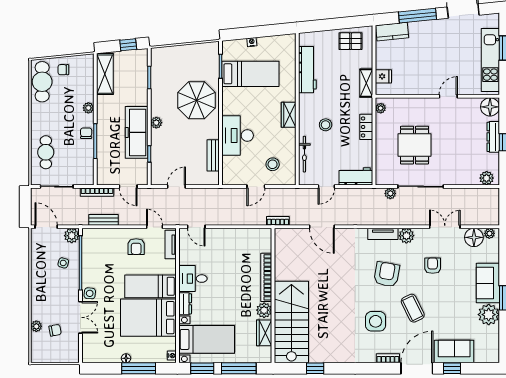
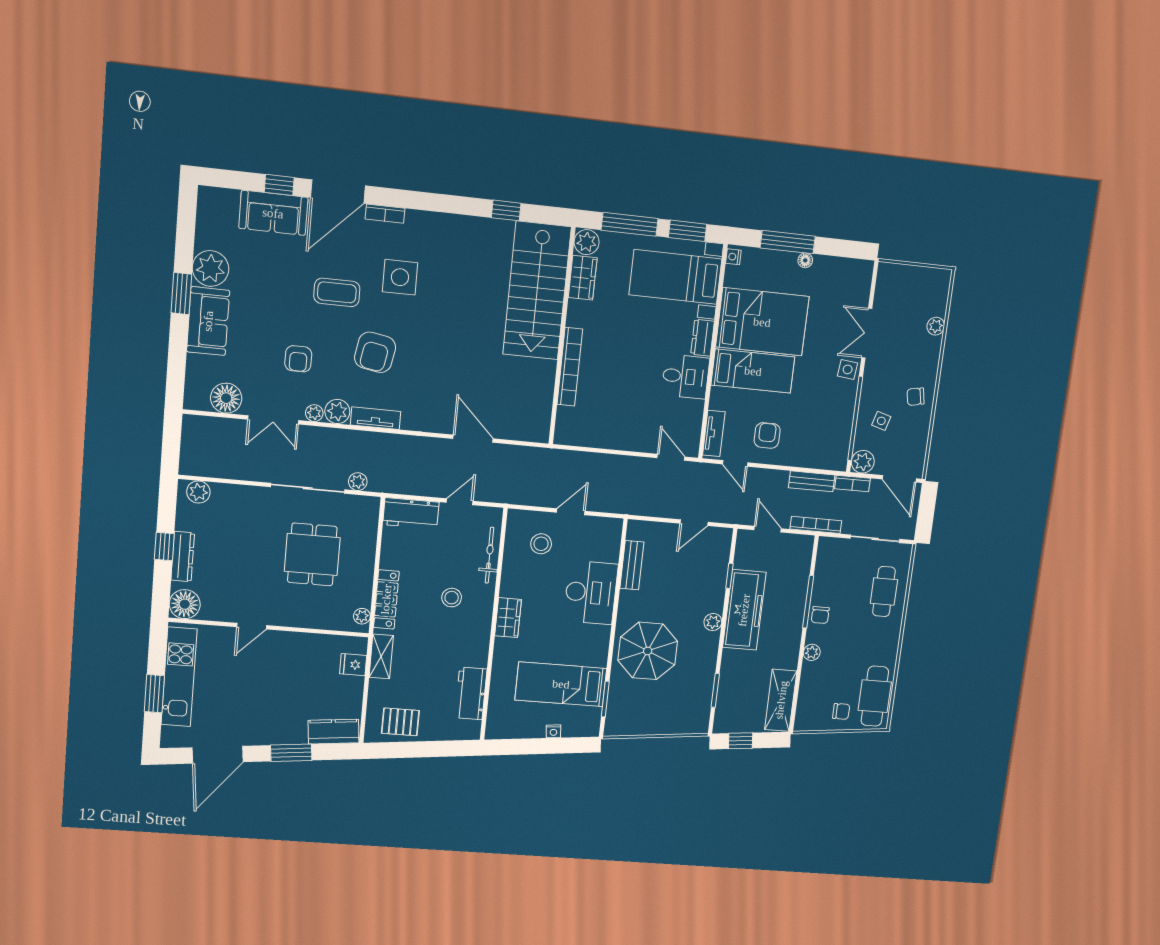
window: (417, 16) -> (291, 753), width x0.69
workbench: (307, 70) -> (471, 693), width x0.73
locker: (366, 127) -> (386, 599), width x1.53
bookcase: (278, 221) -> (852, 484), moved
plant: (489, 233) -> (314, 413), moved
coffee table: (413, 308) -> (337, 292), turned -64
plant: (264, 310) -> (587, 242), moved
chair: (55, 330) -> (916, 397), moved

